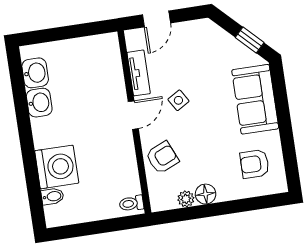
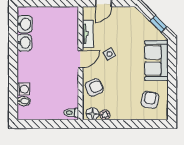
armchair: (255, 164) -> (150, 100), turned 100
washing machine: (57, 167) -> (23, 89), width x0.53, depth x0.53
floor lamp: (206, 194) -> (92, 114), moved

